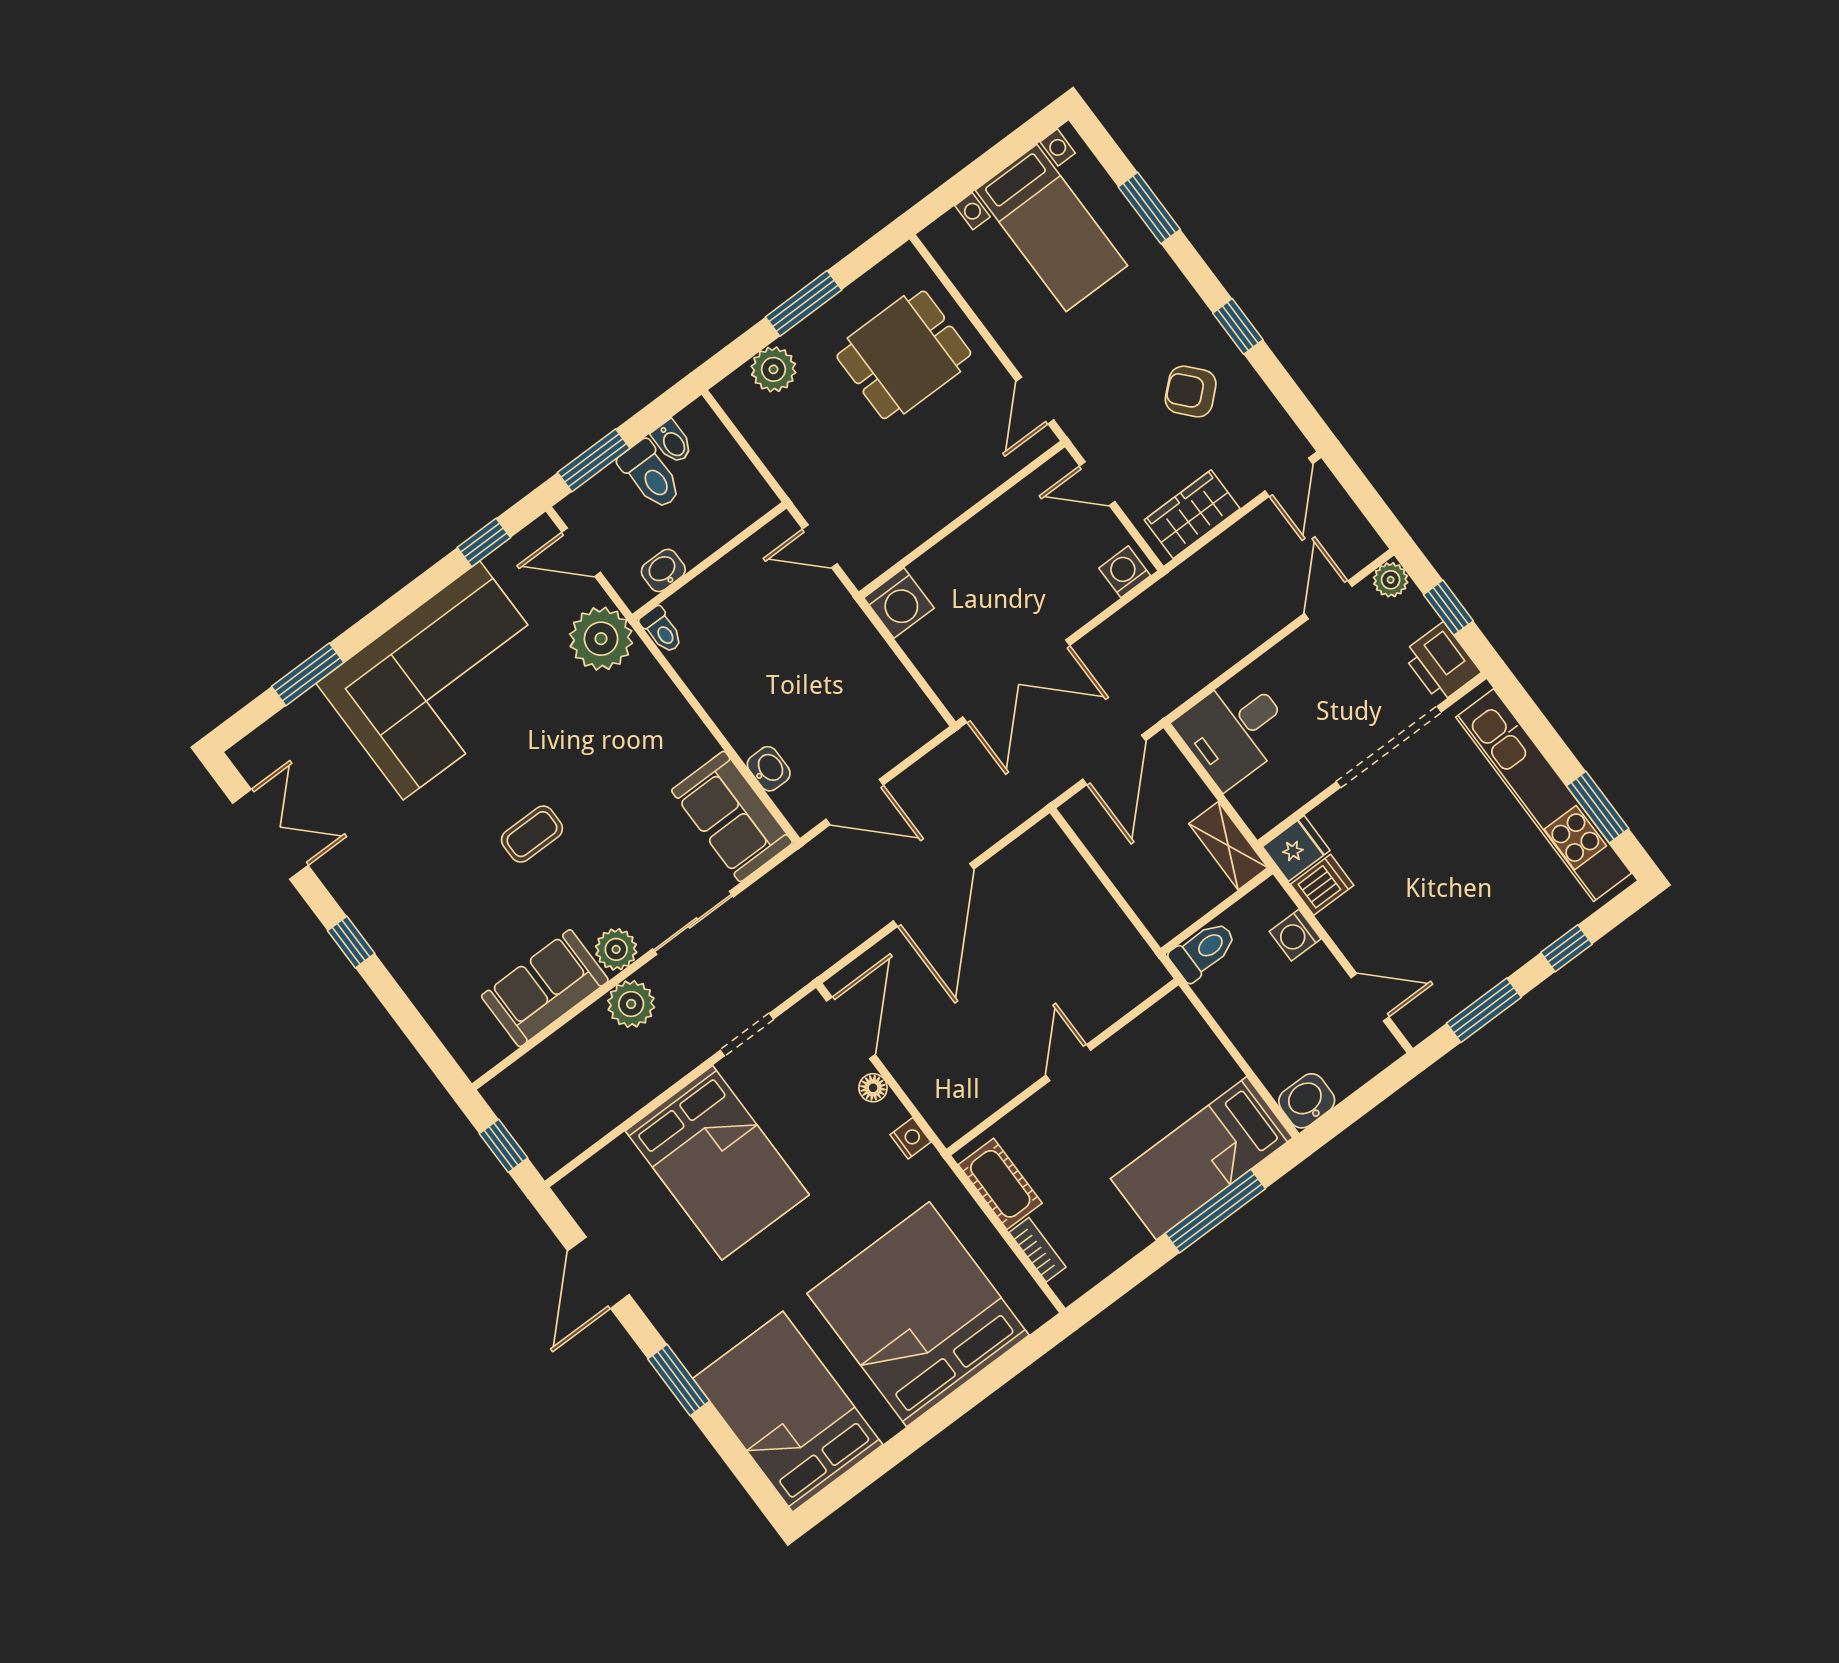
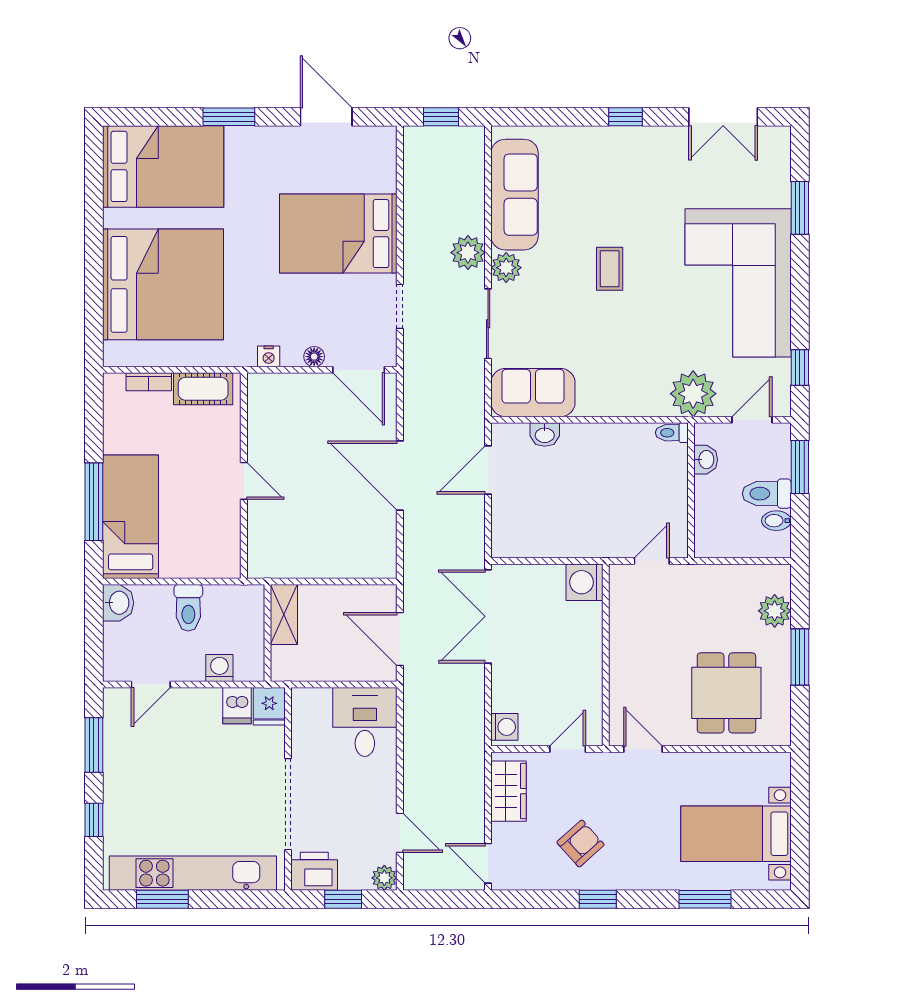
shelving: (1228, 846) -> (284, 614), moved, turned 90
toilet: (1203, 951) -> (188, 608), moved
sofa: (545, 988) -> (515, 195), width x1.36

